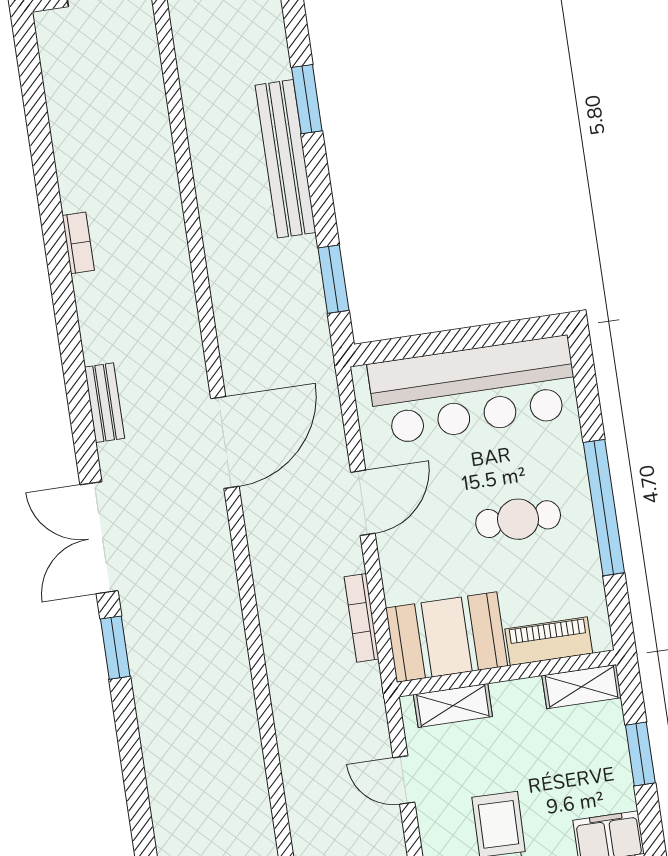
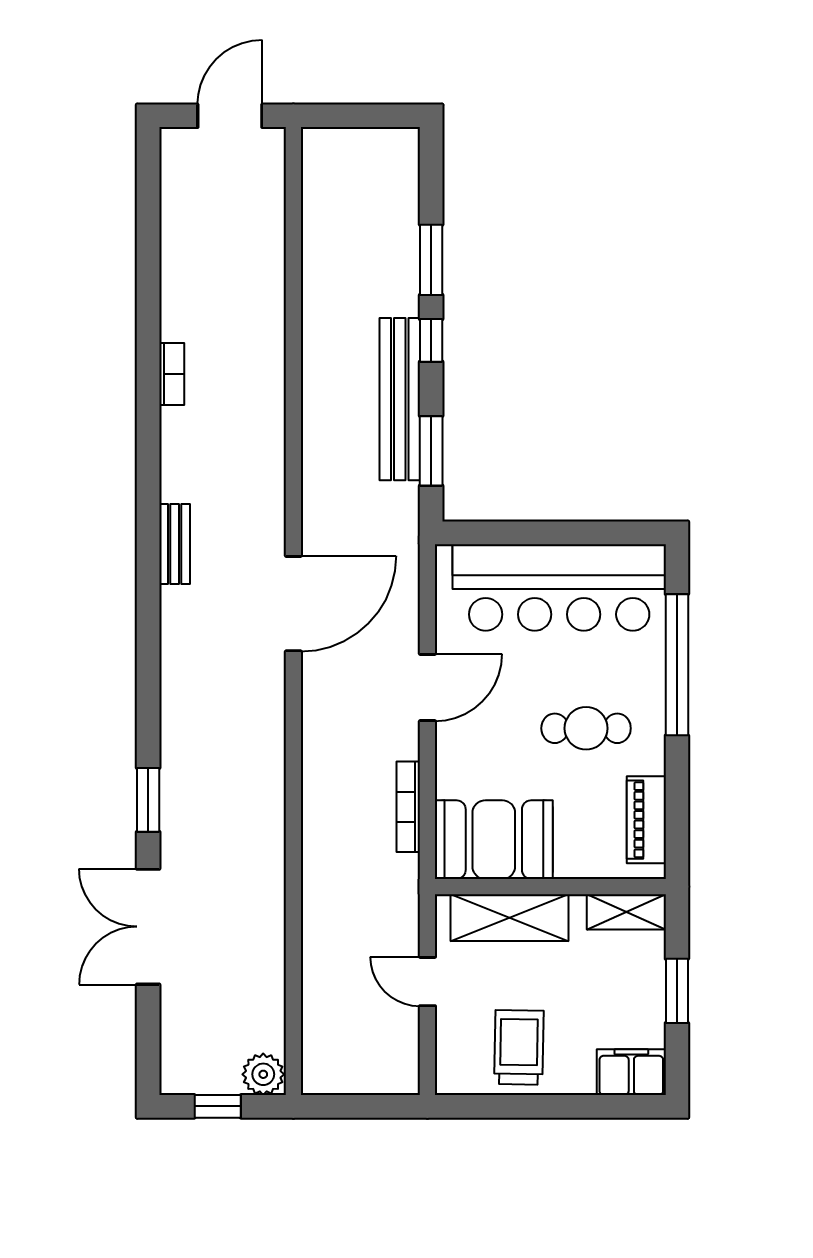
bench: (285, 159) -> (400, 399), moved
window: (318, 175) -> (431, 340), added
window: (604, 508) -> (677, 665), moved
double door: (99, 538) -> (148, 927), moved
piano: (549, 641) -> (646, 820), moved, turned -90
shelving: (453, 705) -> (510, 918), width x1.50, depth x1.33

